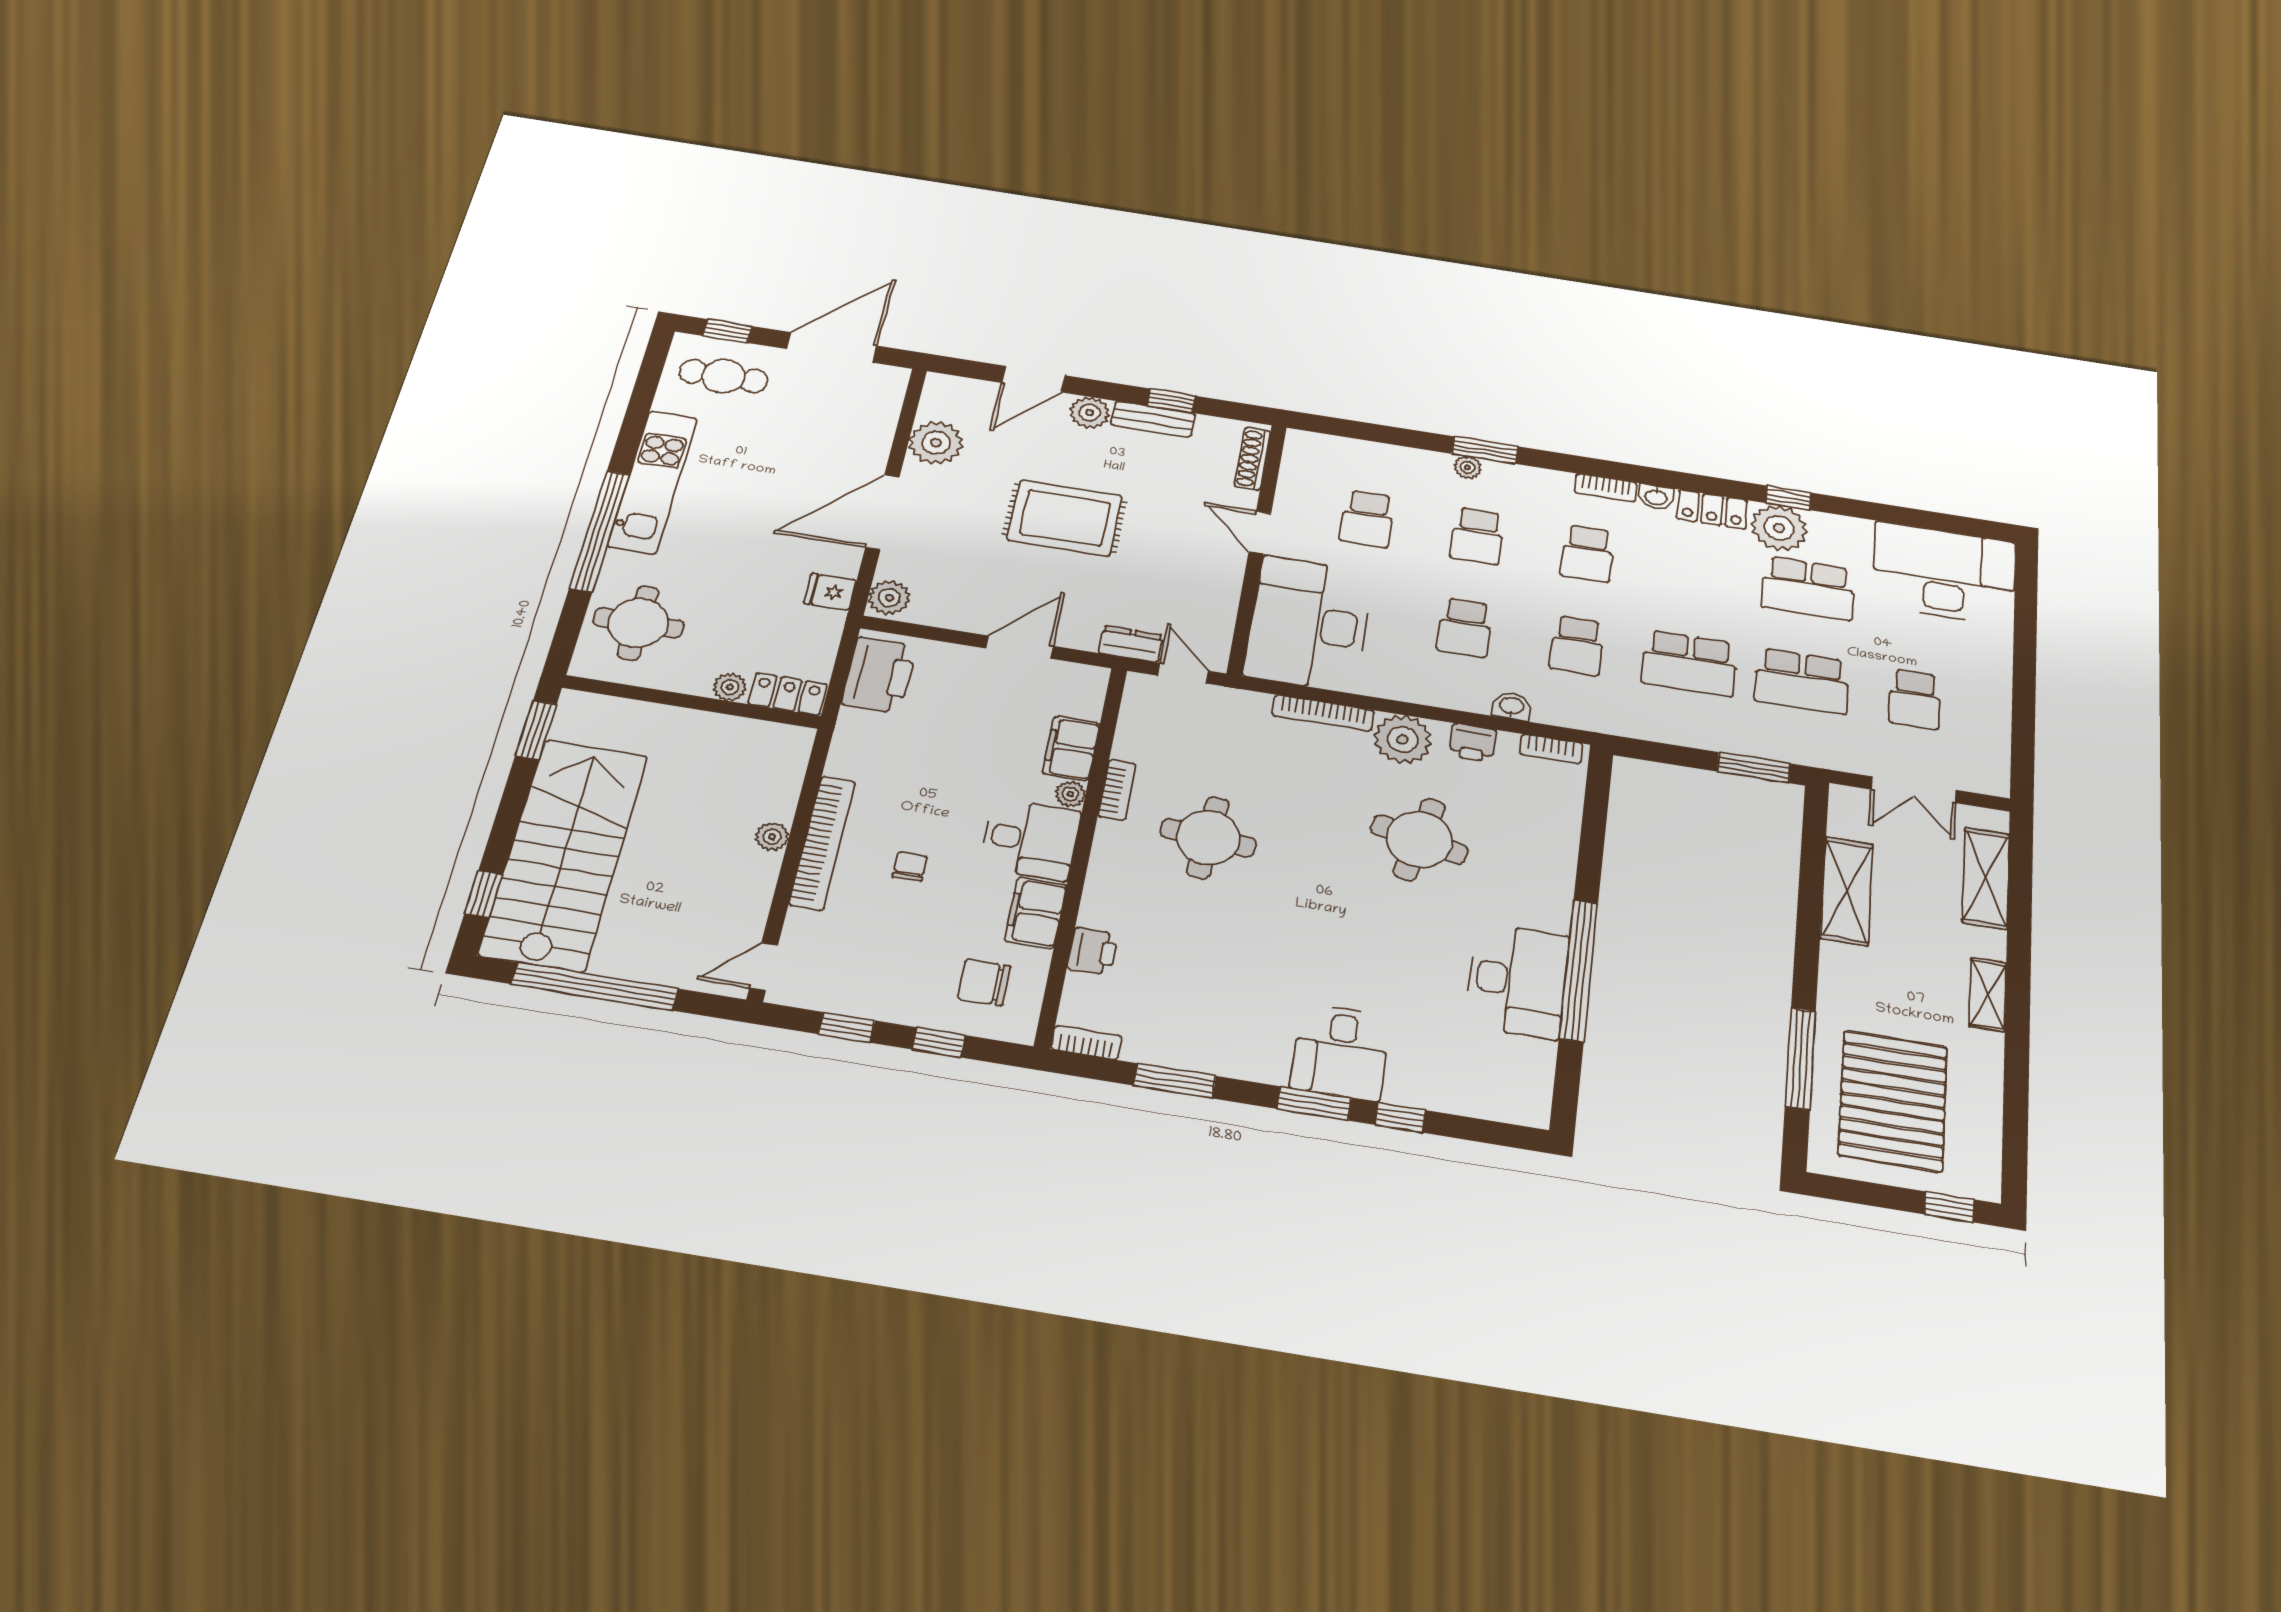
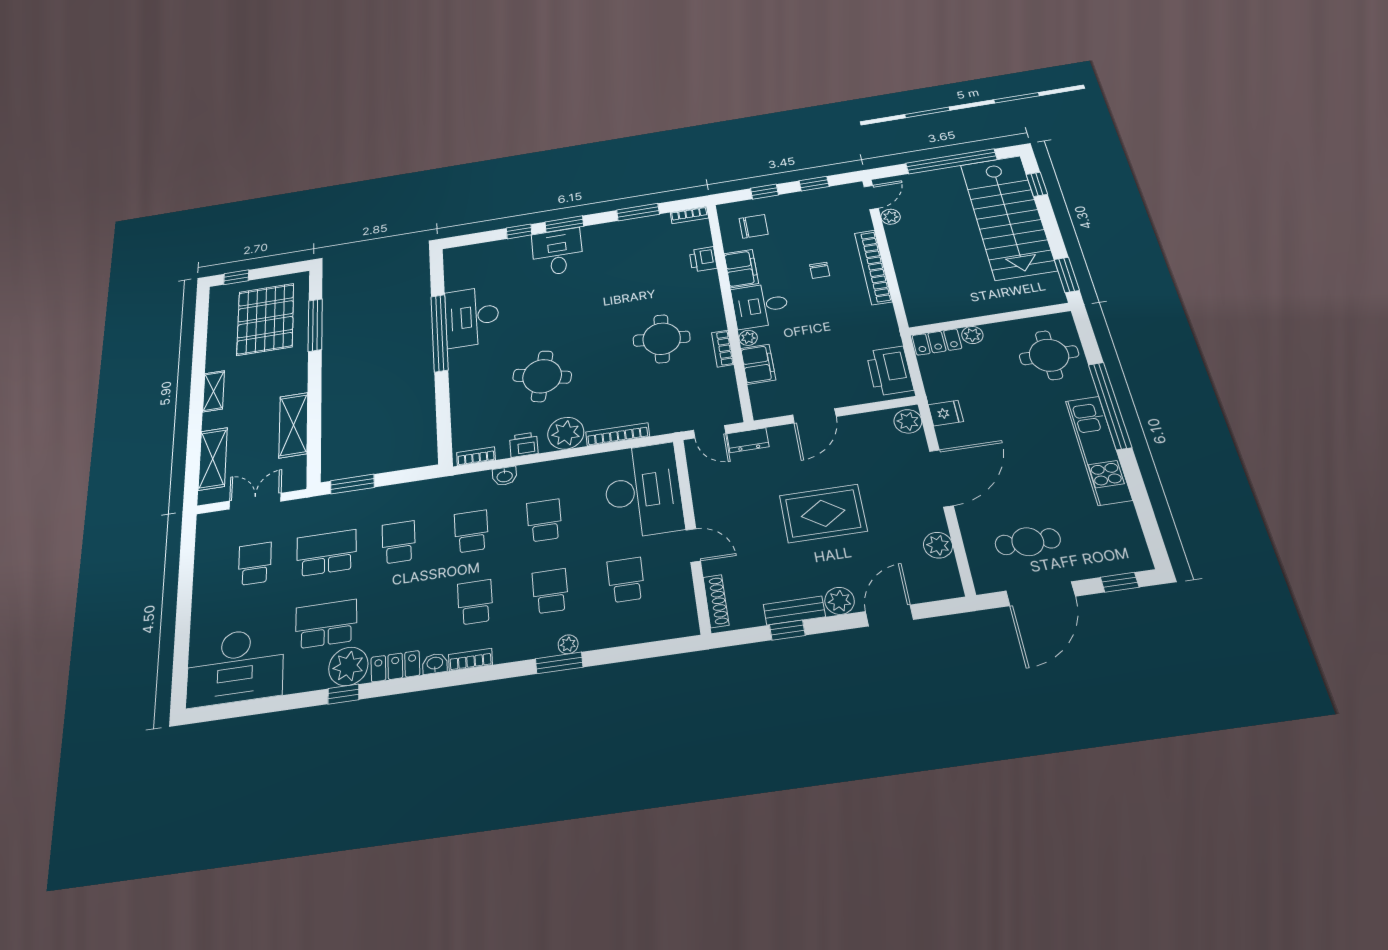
cafe table: (724, 376) -> (1028, 542), moved
plant: (936, 443) -> (938, 545), width x0.73, depth x0.73
school desk: (1689, 663) -> (399, 542), width x0.54
plant: (772, 837) -> (891, 217), moved

